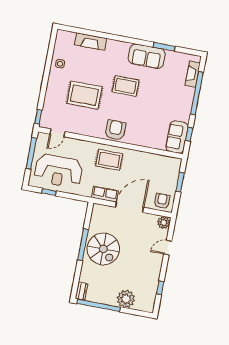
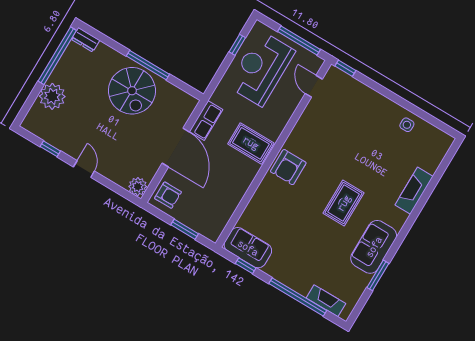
fireplace: (91, 42) -> (414, 191), moved
rug: (84, 95) -> (352, 142), removed
armchair: (115, 130) -> (288, 167), turned 90
rug: (109, 160) -> (251, 143), turned 90
door: (168, 248) -> (84, 169), moved
spiral stairs: (103, 249) -> (132, 91), turned -90

